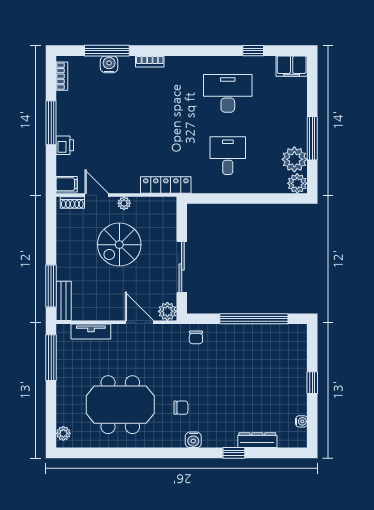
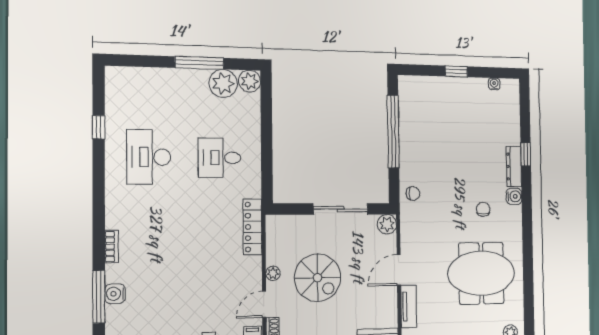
filing cabinet: (292, 66) -> (117, 84), removed
door: (139, 322) -> (399, 270), moved
meeting table: (120, 405) -> (481, 273), turned 90
dresser: (257, 440) -> (514, 167), moved

